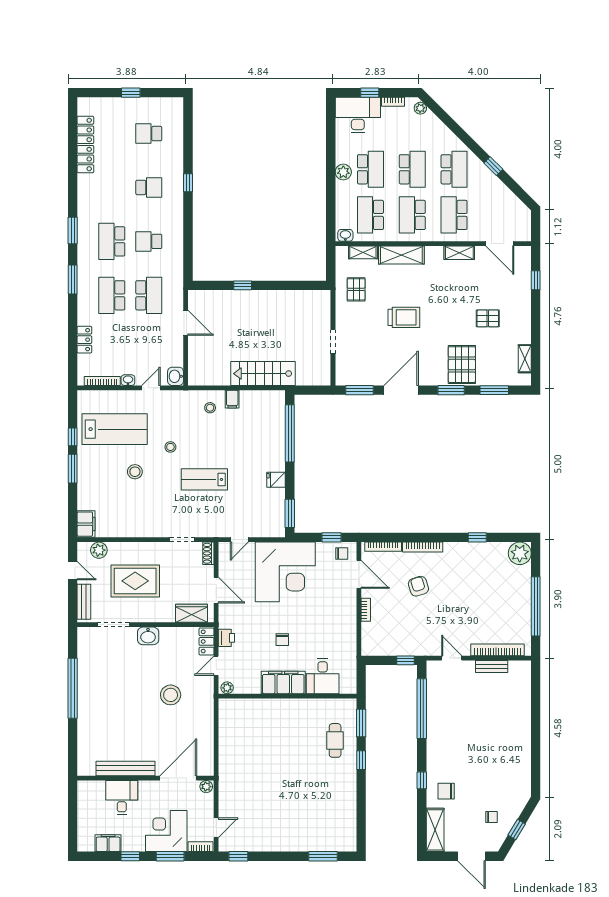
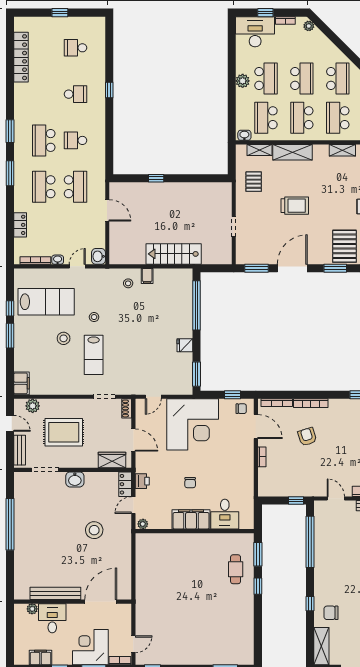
lab bench: (204, 479) -> (94, 355), moved, turned -90
plant: (206, 787) -> (32, 609), moved

